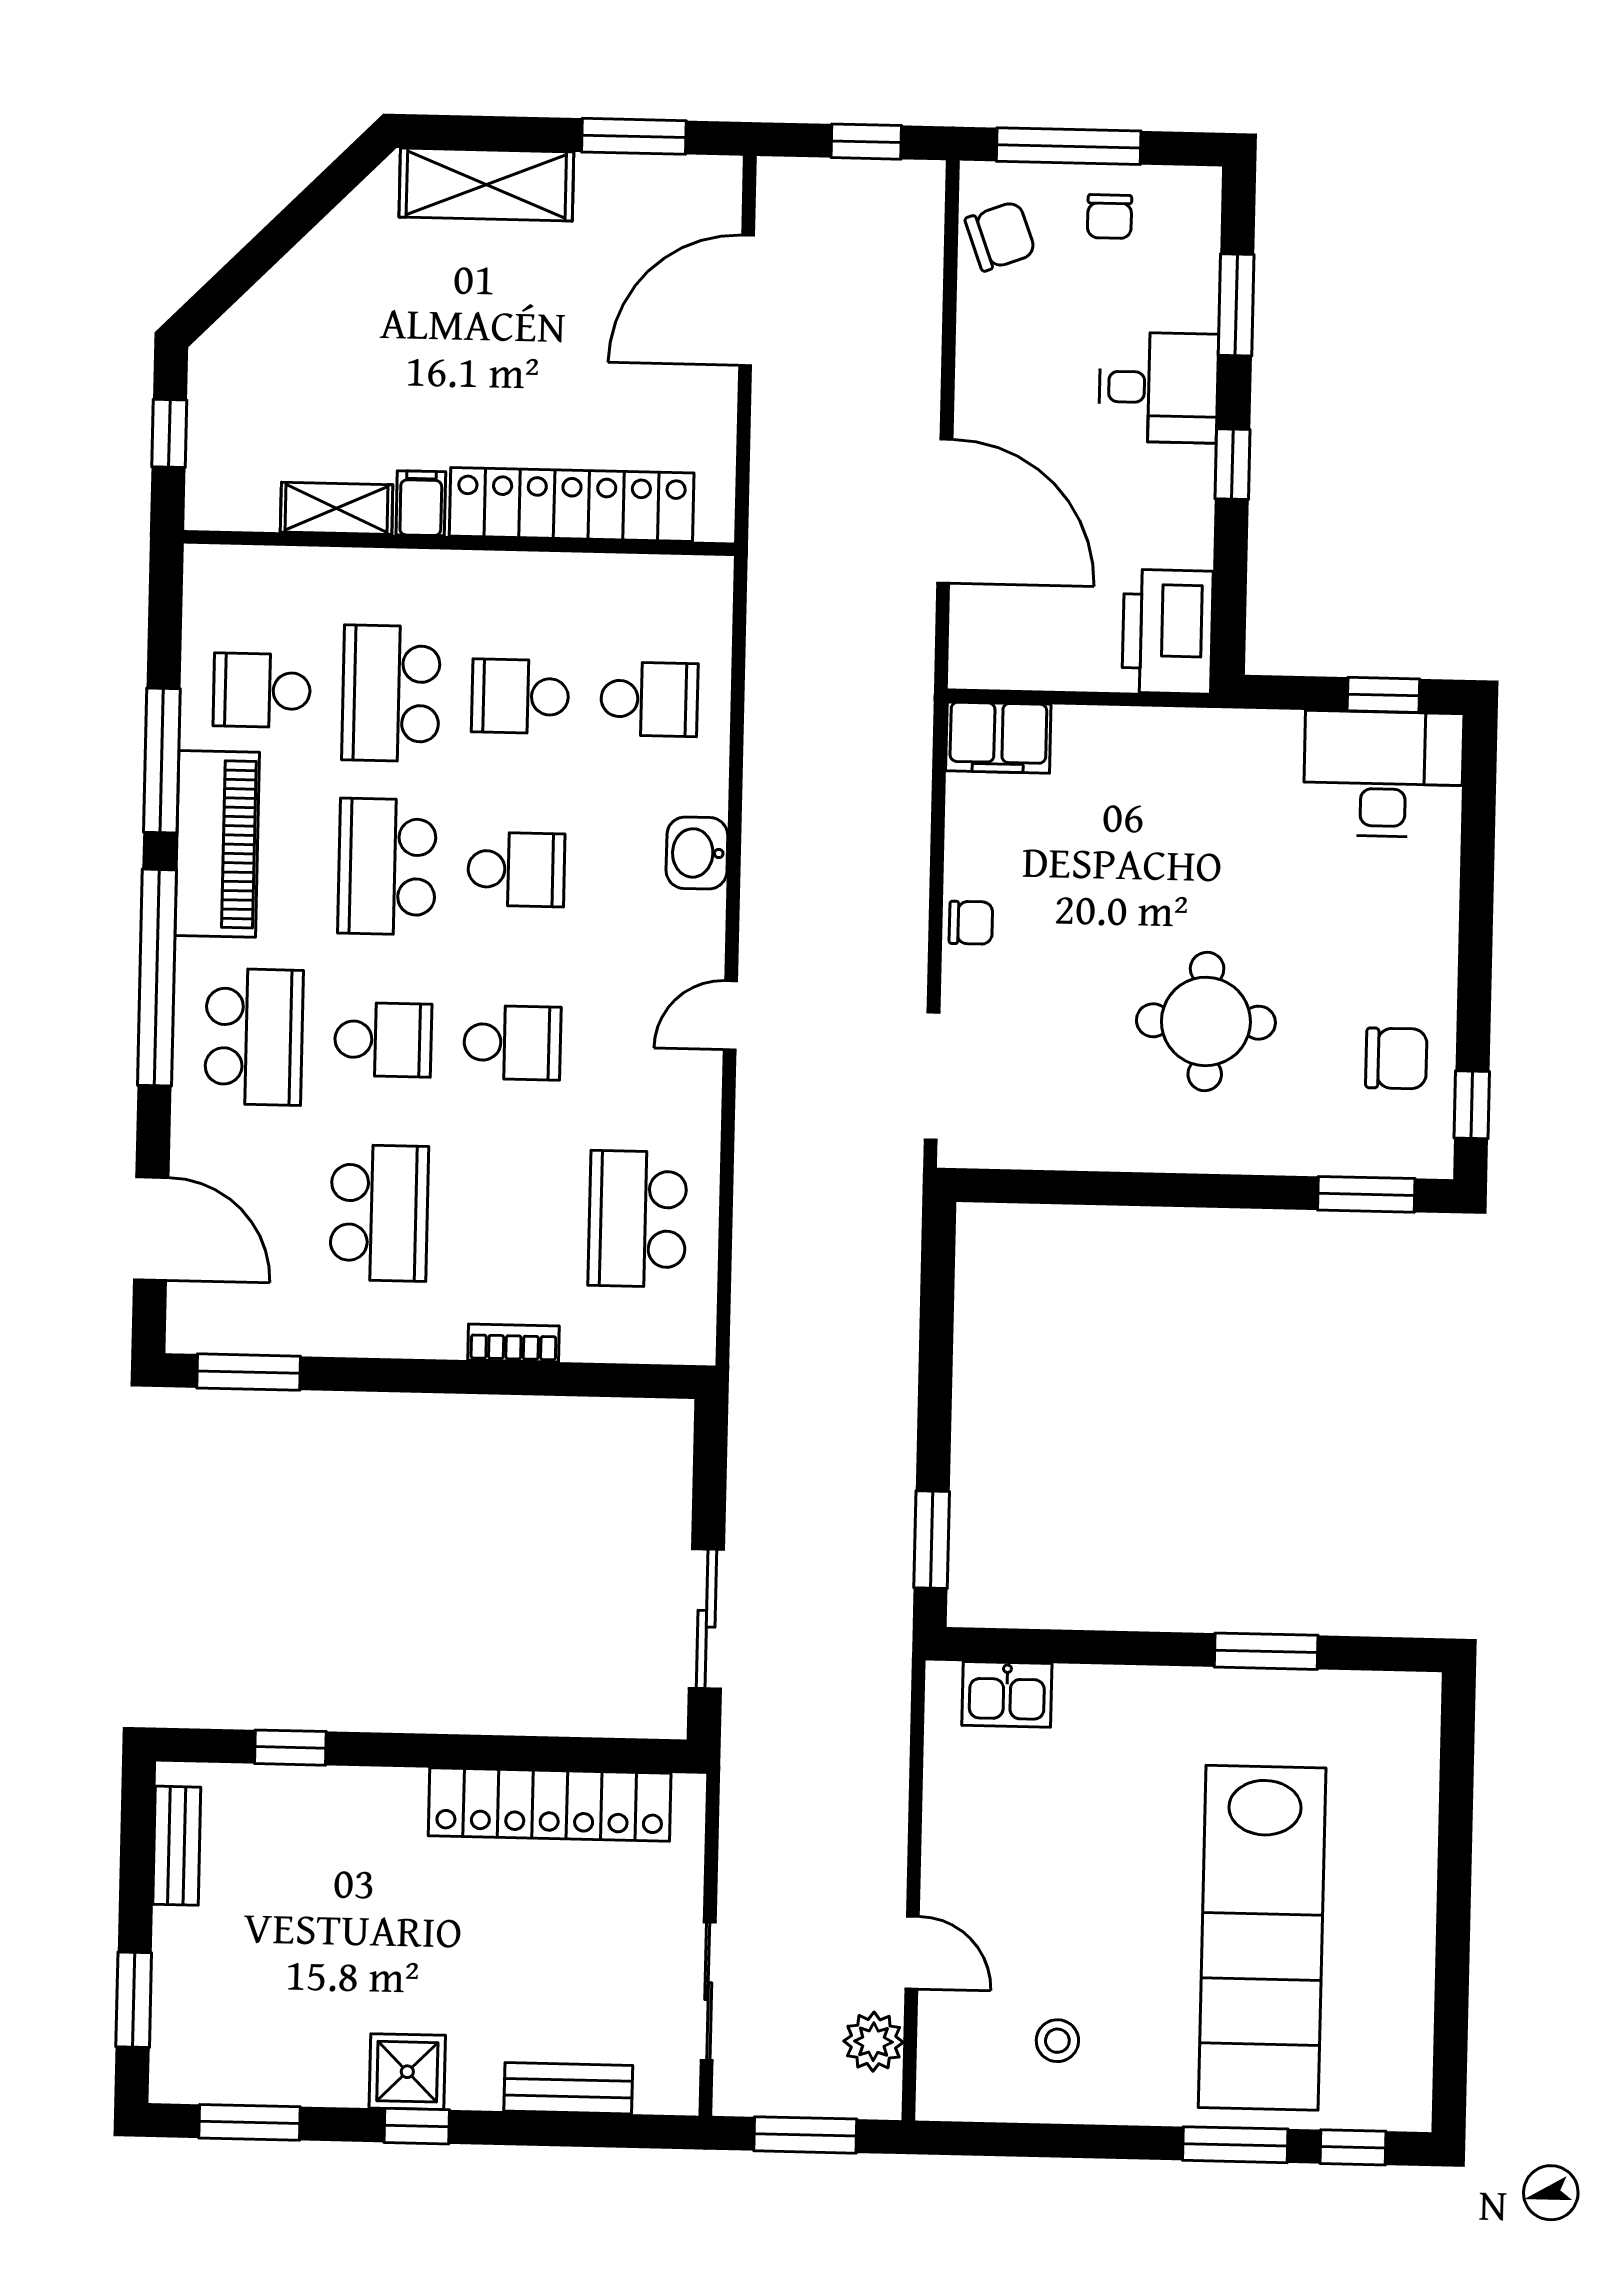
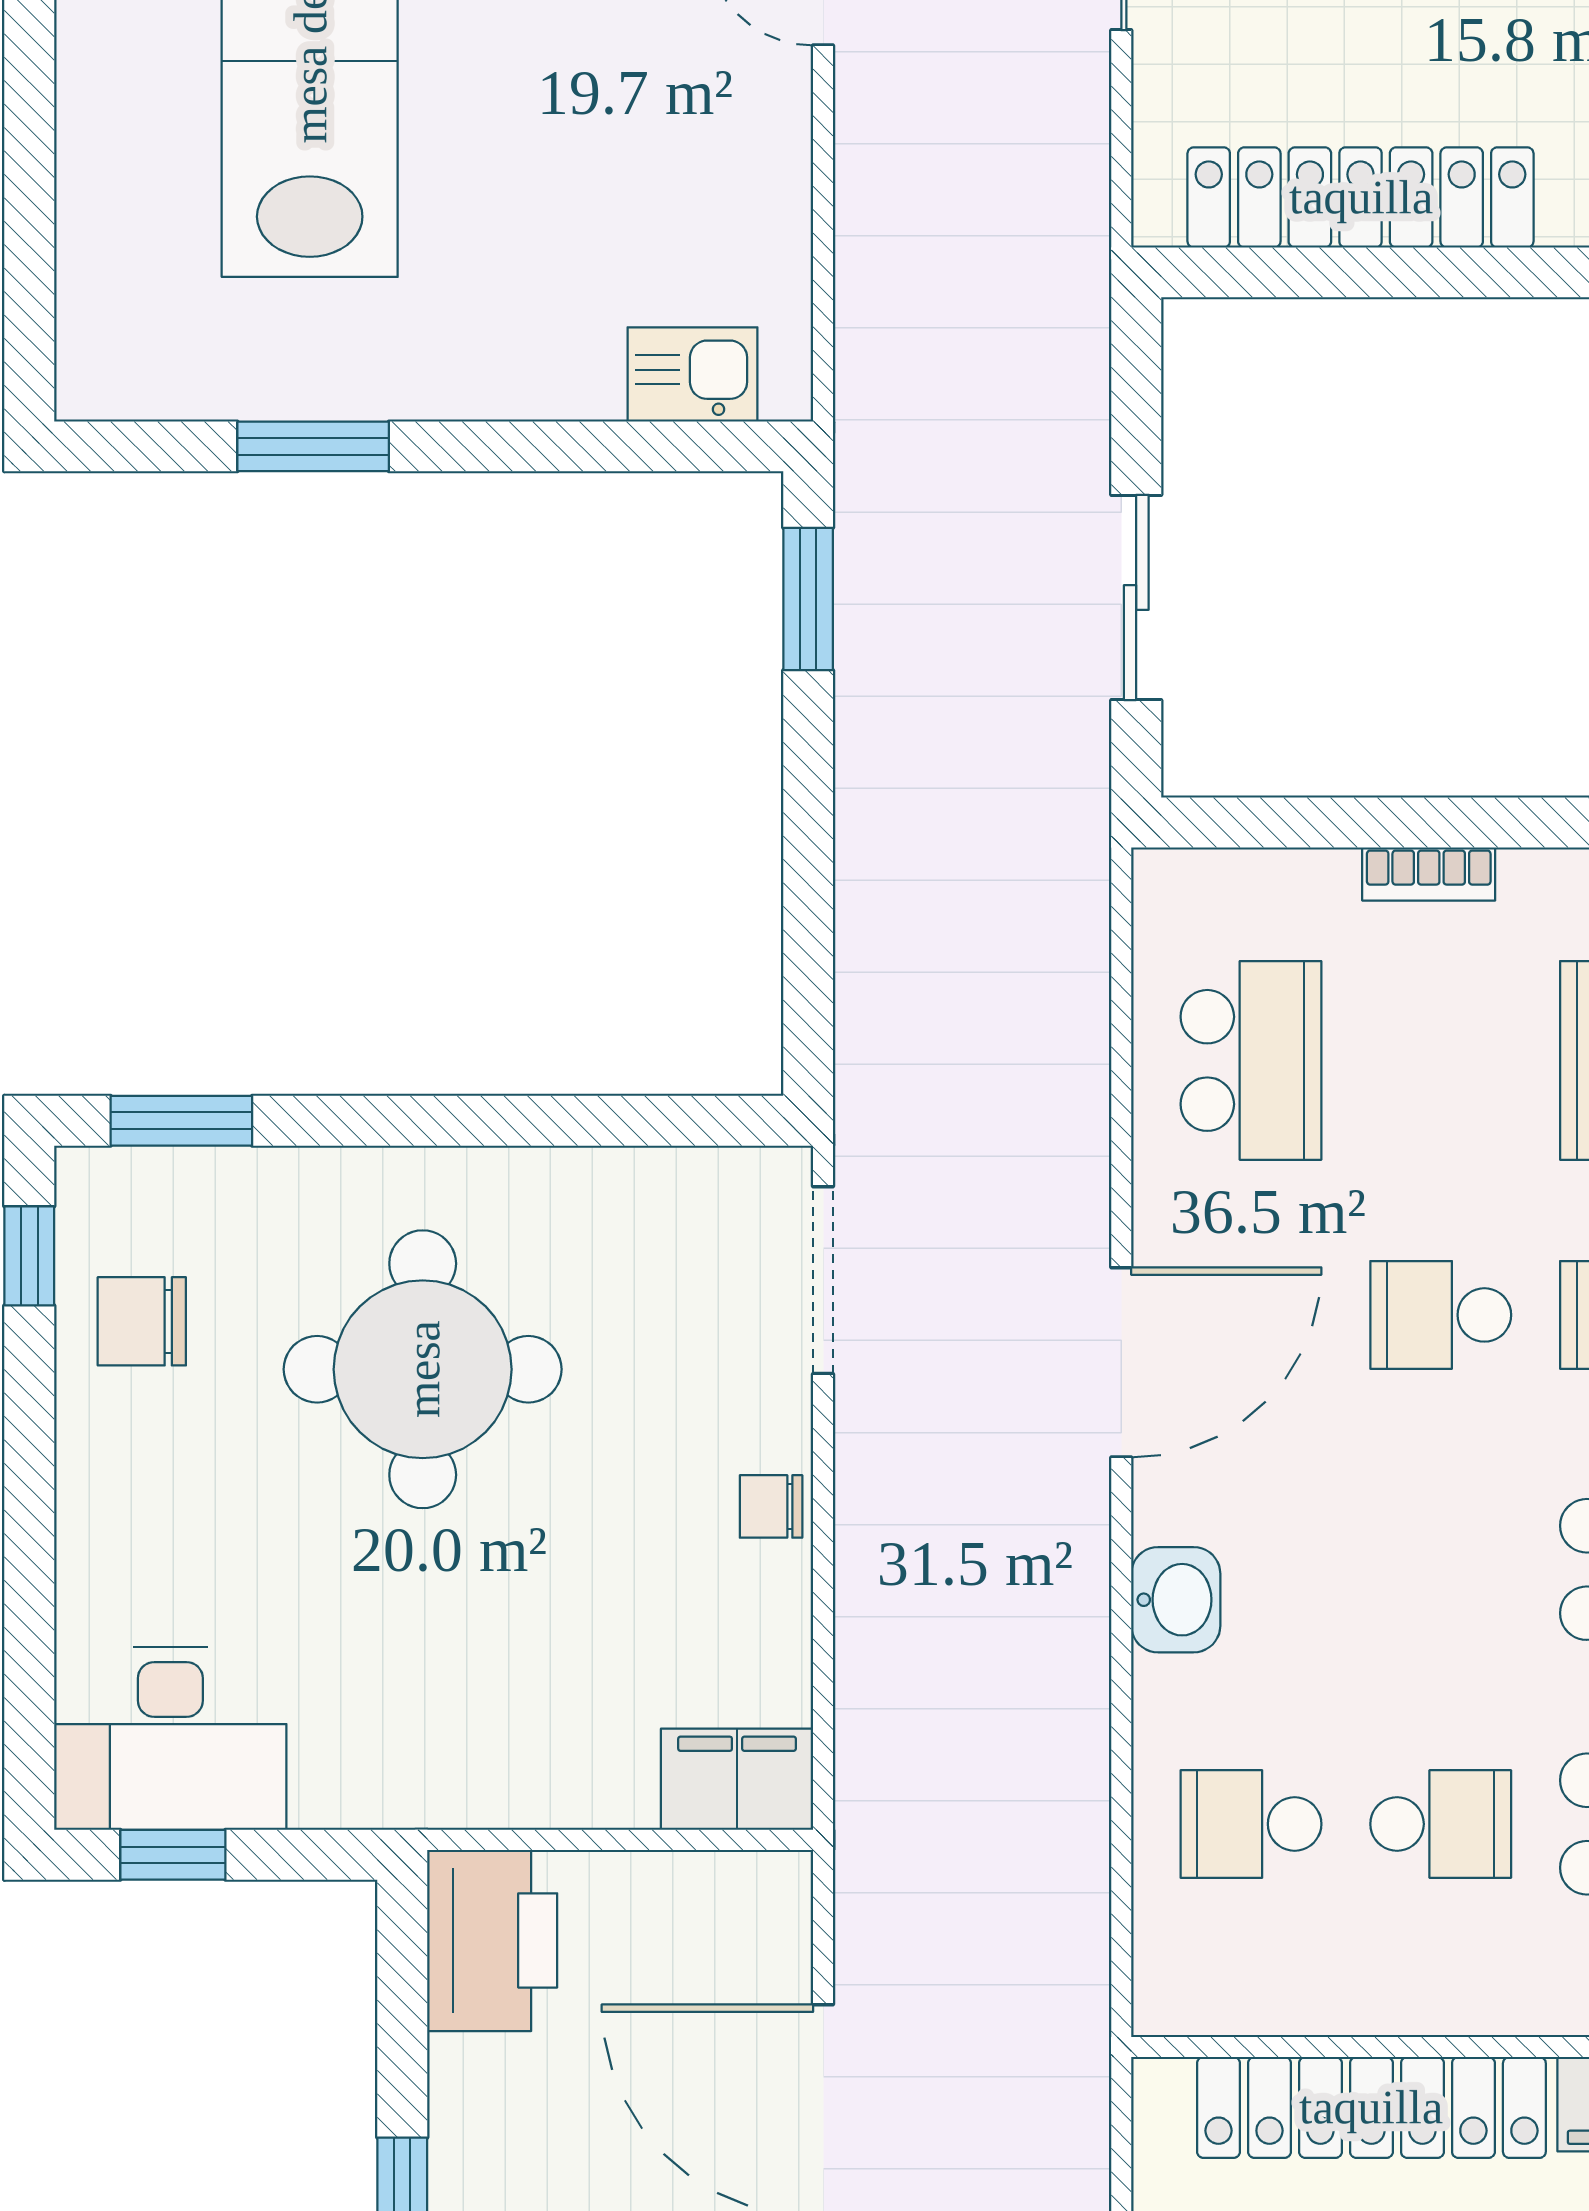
school desk: (516, 869) -> (1441, 1569), removed
door: (730, 1015) -> (1121, 1362), width x1.87
round table: (1206, 1021) -> (423, 1369), width x1.36, depth x1.36
sliding door: (706, 1619) -> (1136, 597), moved

